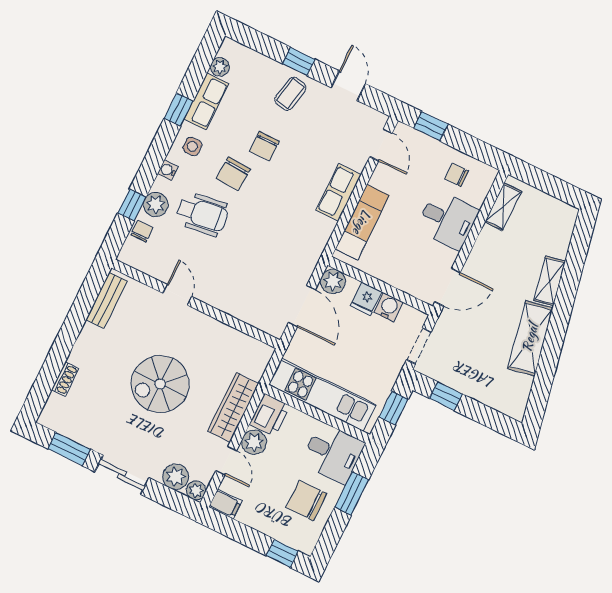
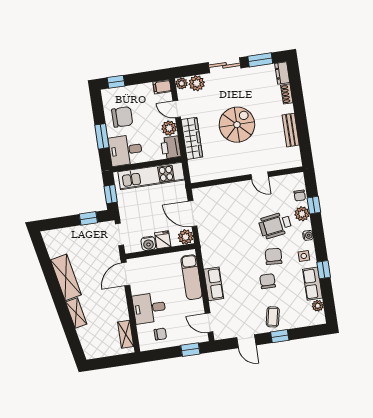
bench: (107, 300) -> (291, 130), moved
dresser: (52, 411) -> (282, 73), added

